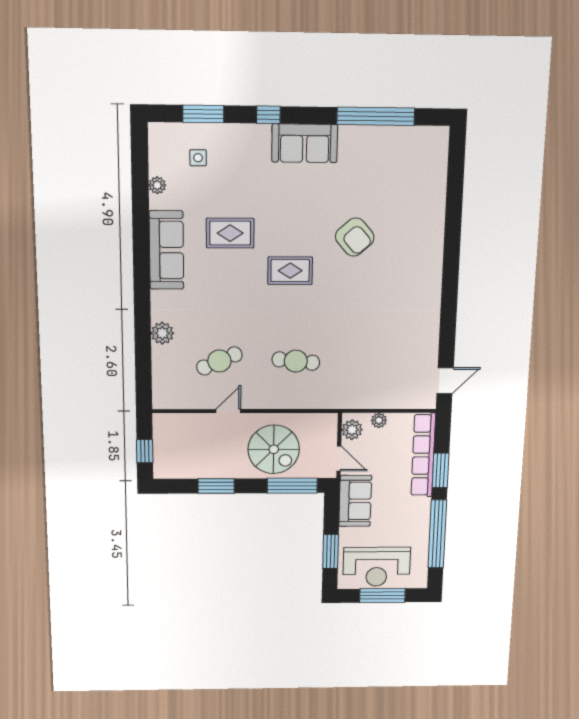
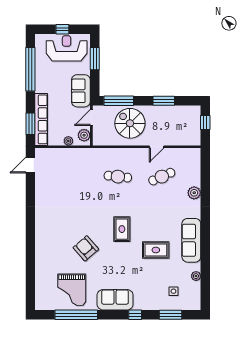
grand piano: (382, 162) -> (72, 290), added
rug: (290, 271) -> (122, 229), turned 90
door: (339, 458) -> (91, 117), hinge flipped
window: (441, 470) -> (30, 124), moved
window: (382, 596) -> (62, 29), width x0.46

